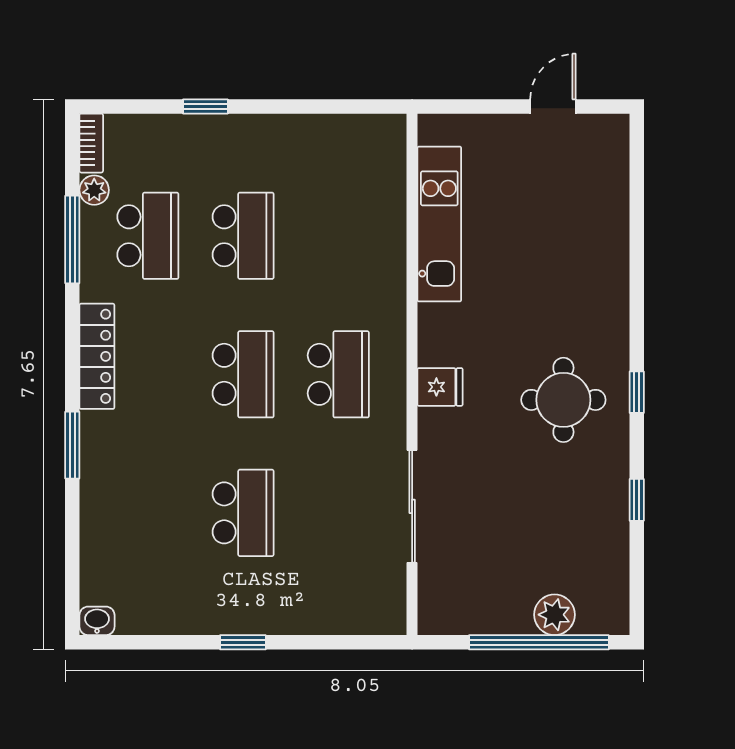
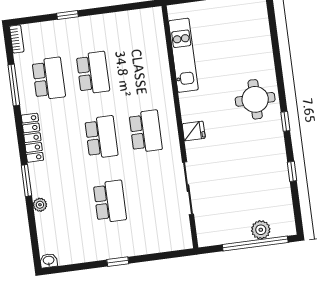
plant: (94, 190) -> (40, 205), moved
round table: (563, 400) -> (255, 99), moved

